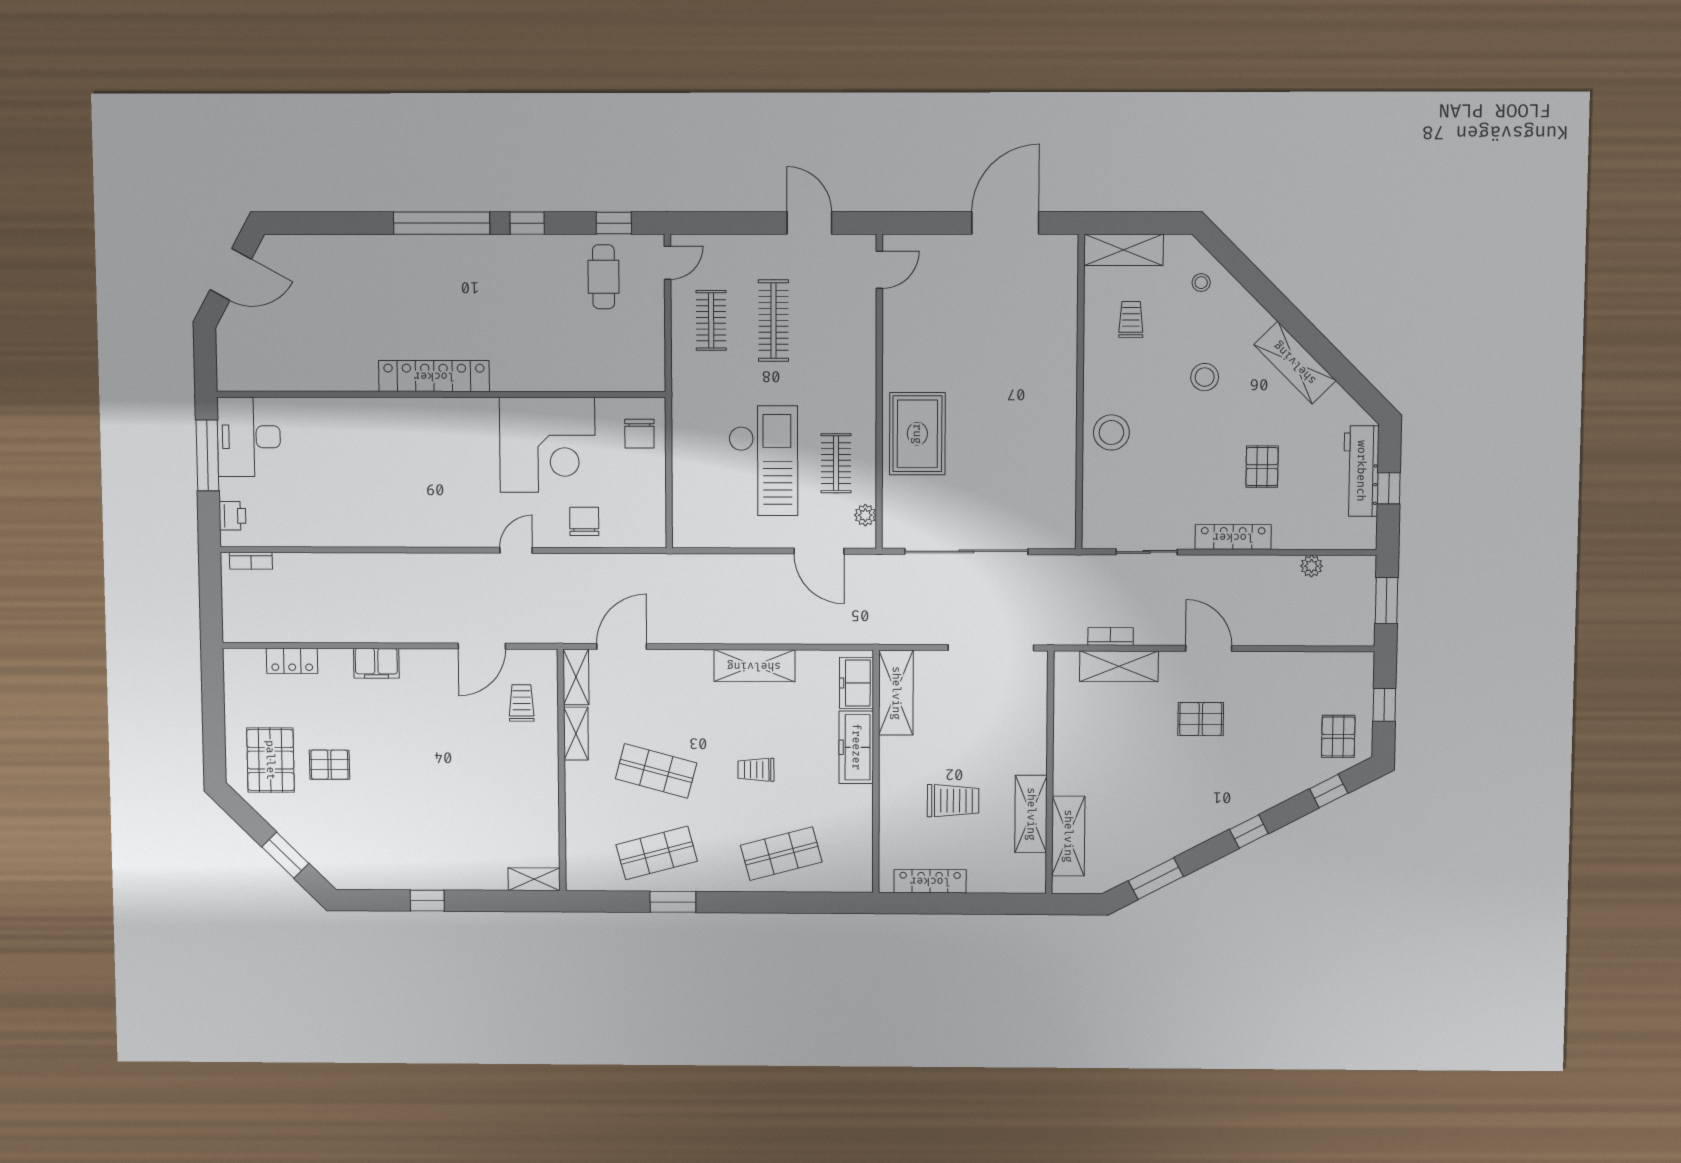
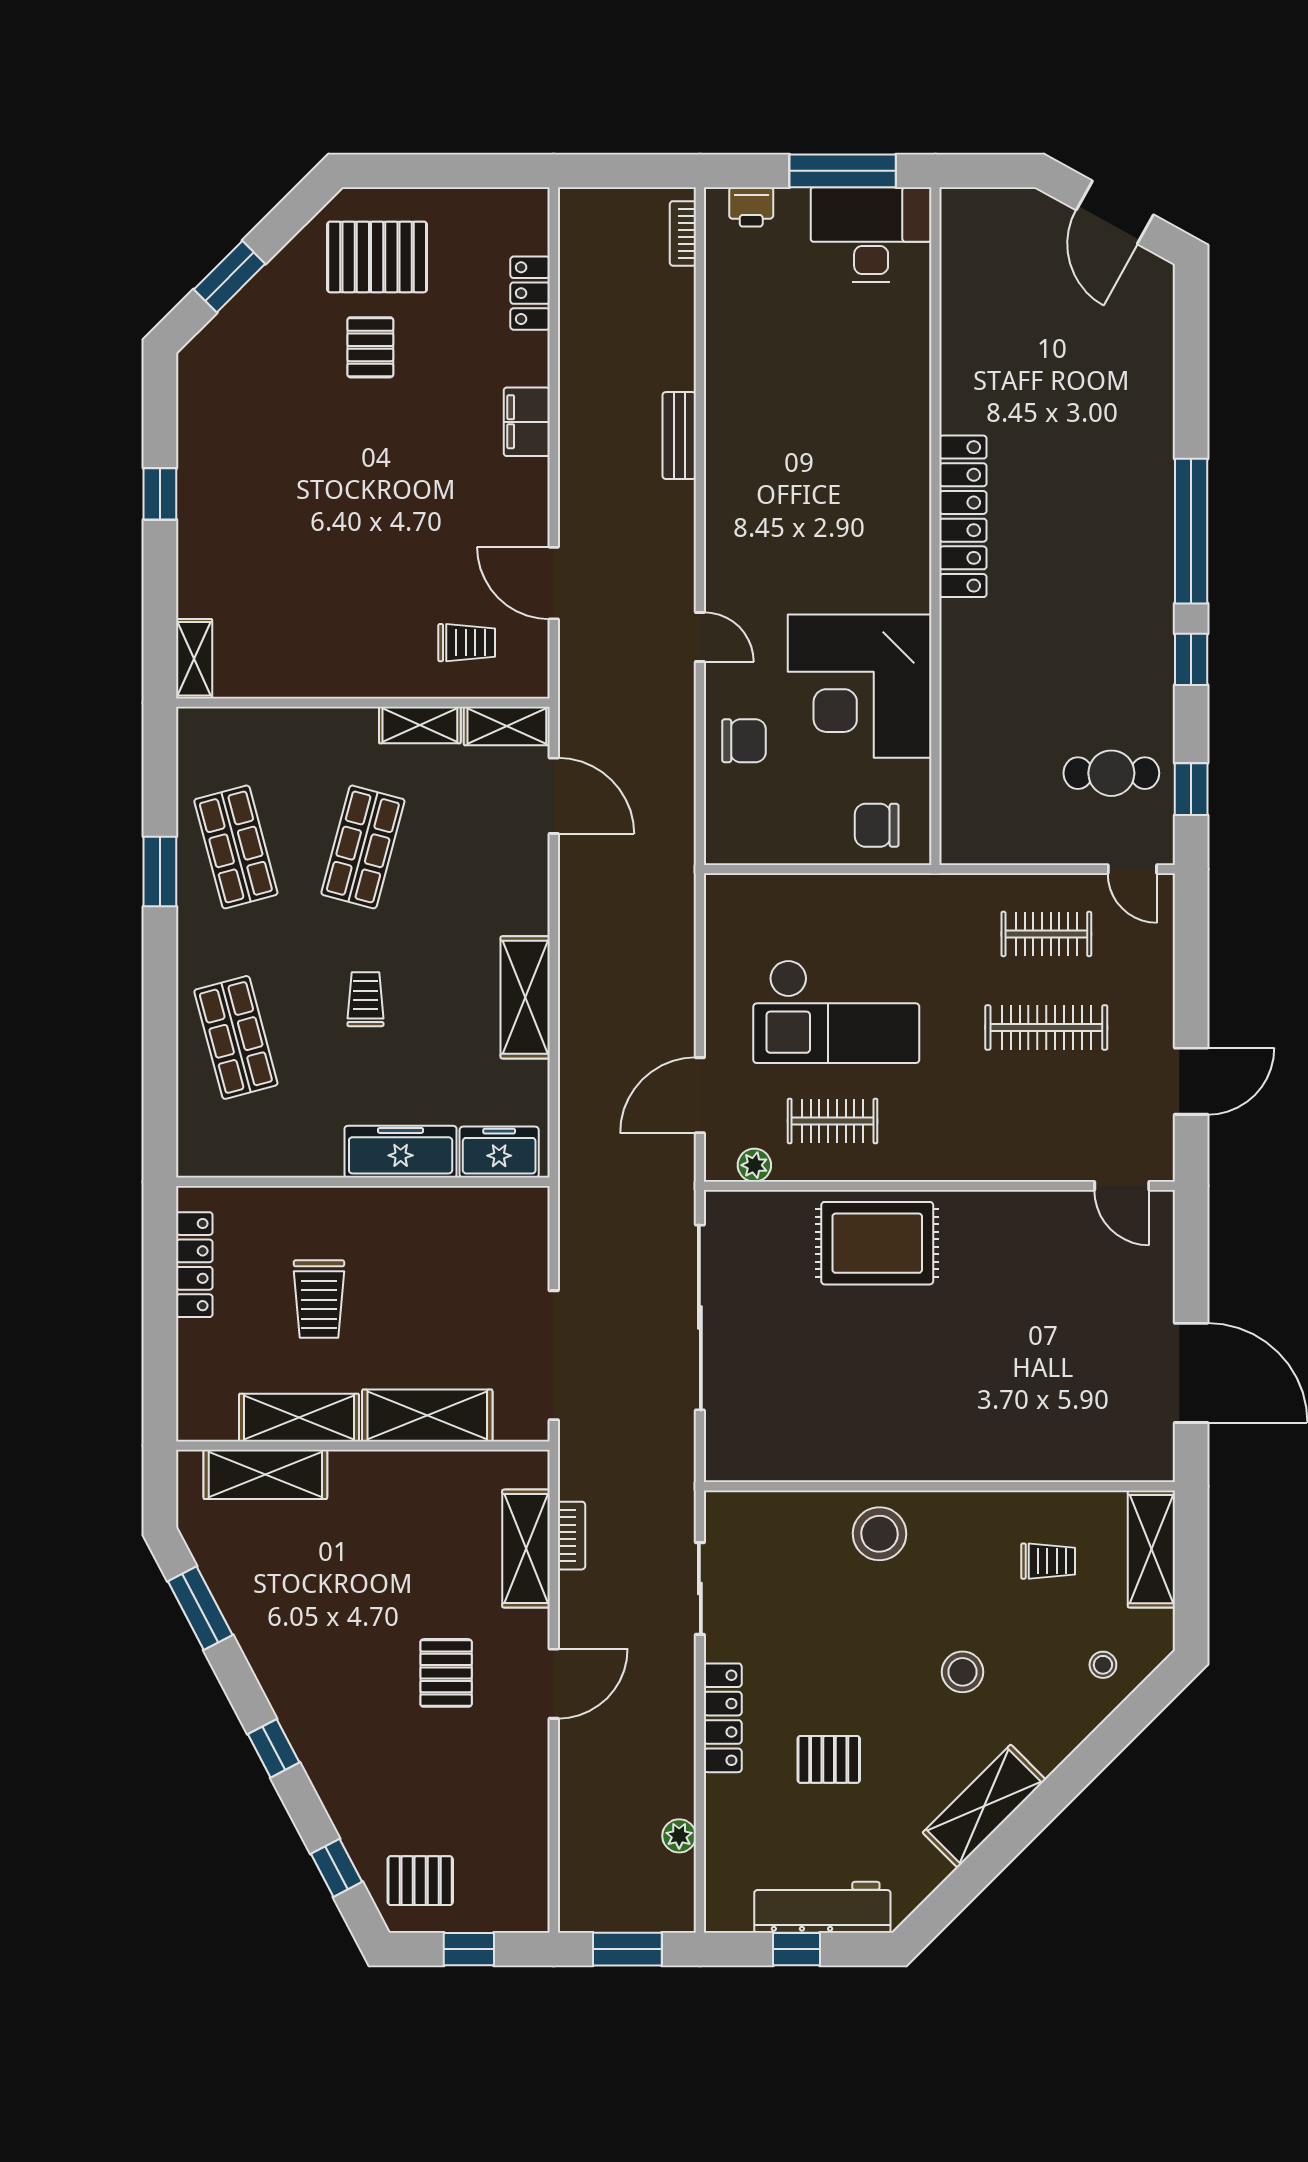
bench: (384, 564) -> (679, 436), added
shelving: (896, 693) -> (427, 1416), moved

